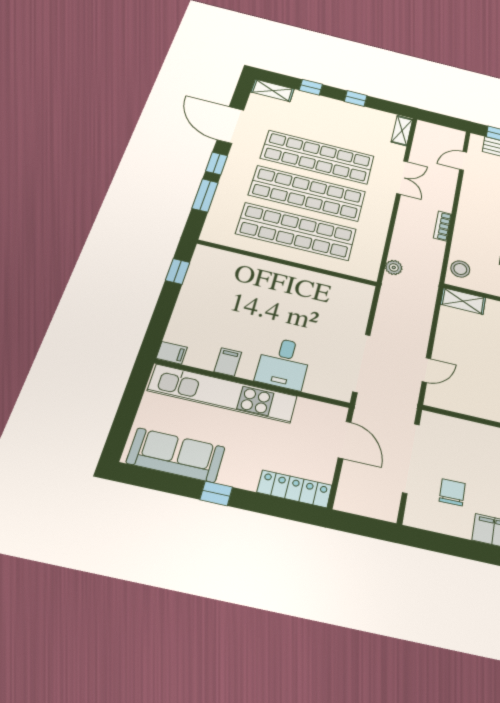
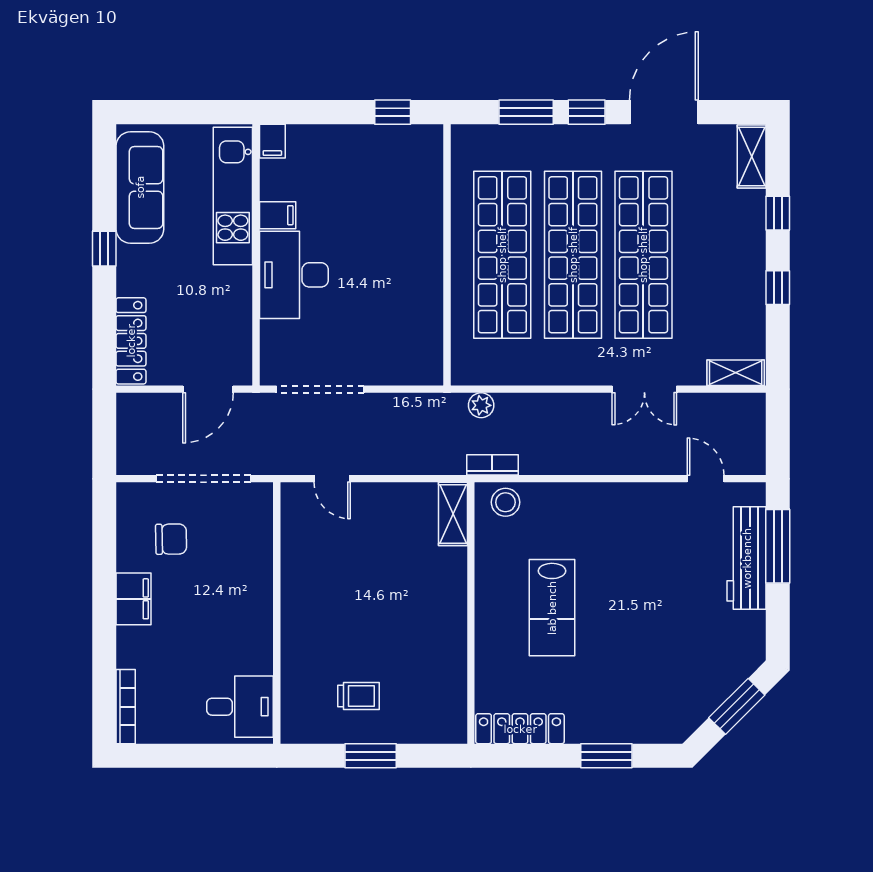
bookcase: (443, 226) -> (492, 465), moved
desk: (283, 363) -> (294, 275), width x1.37
kitchen unit: (223, 393) -> (233, 196), width x0.73

